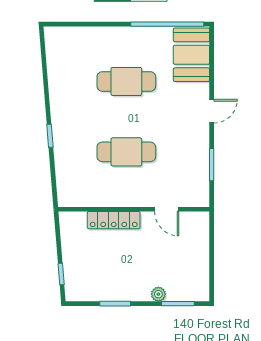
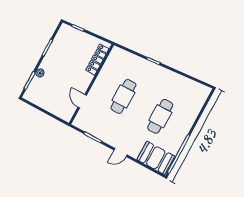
door: (212, 111) -> (121, 152), hinge flipped
door: (167, 209) -> (82, 101), hinge flipped
locker: (114, 220) -> (97, 59), moved

